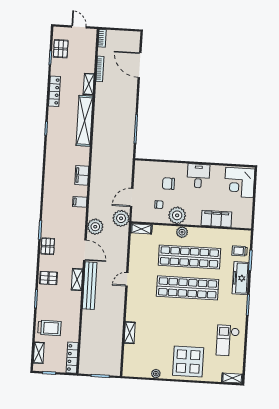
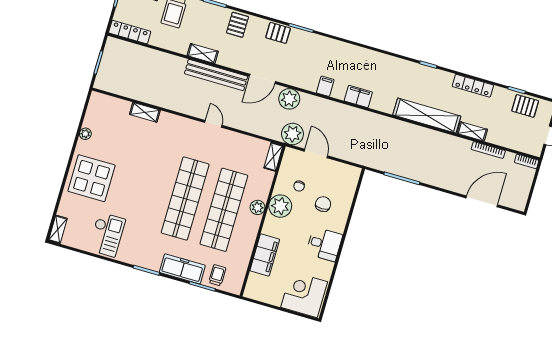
shelving: (77, 279) -> (203, 53), moved
checkout: (228, 340) -> (107, 235), turned 90

